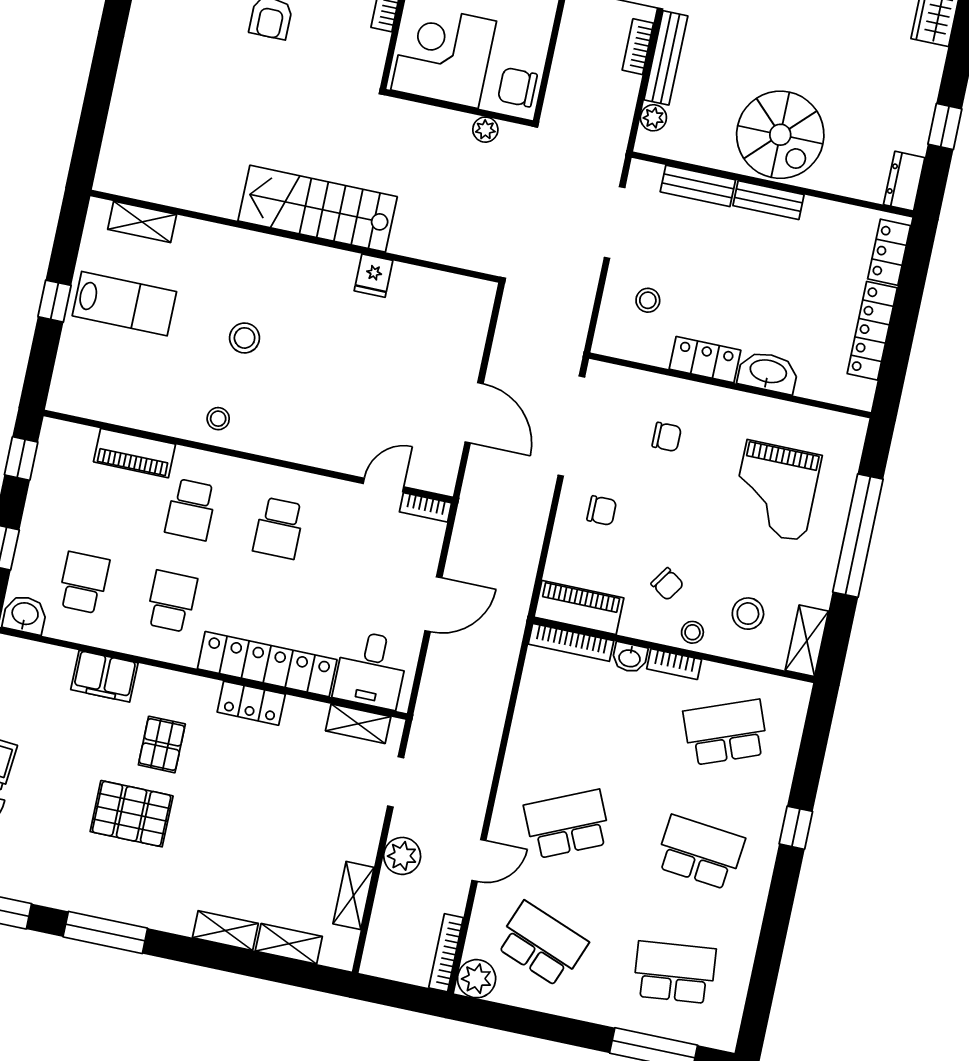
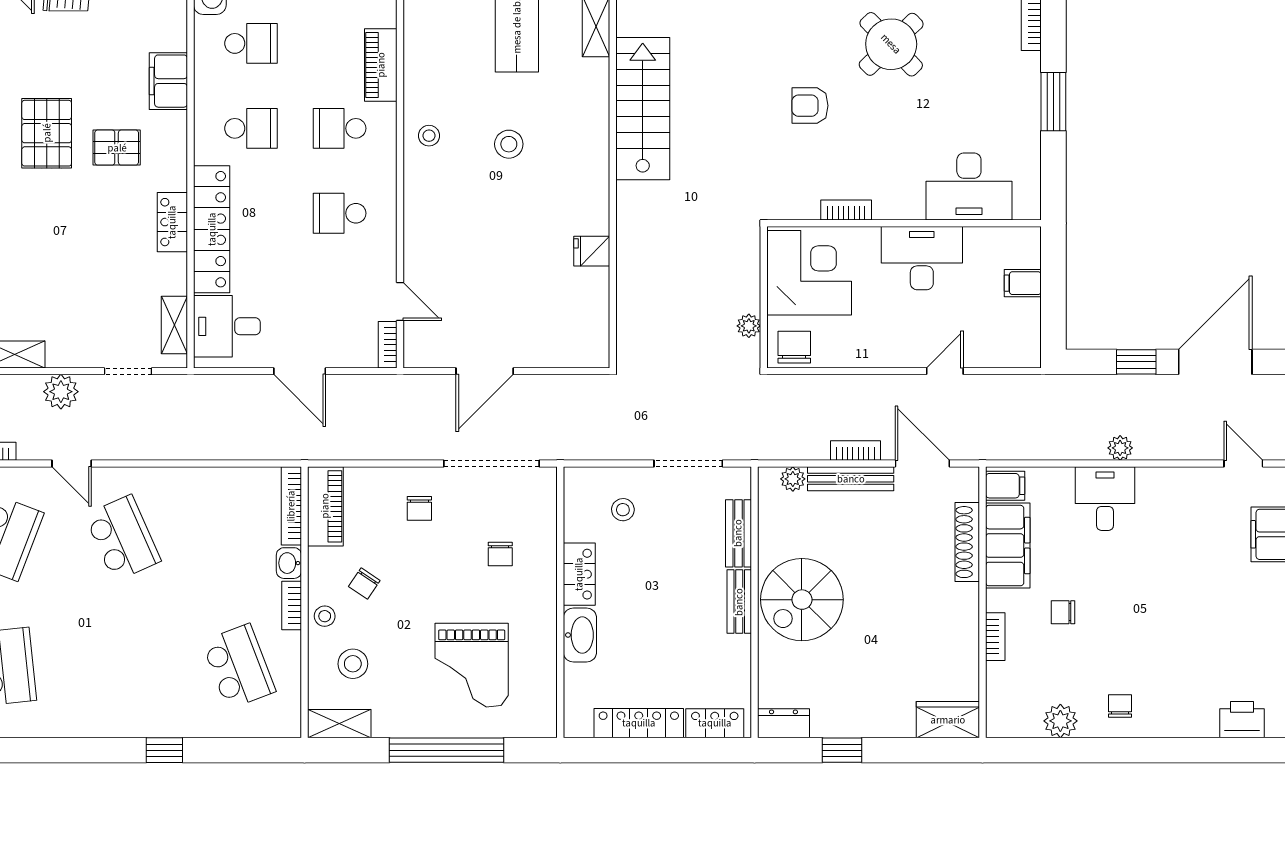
stairs: (318, 209) -> (643, 109), moved
grand piano: (775, 491) -> (472, 665), turned -90
school desk: (700, 852) -> (123, 666), removed

